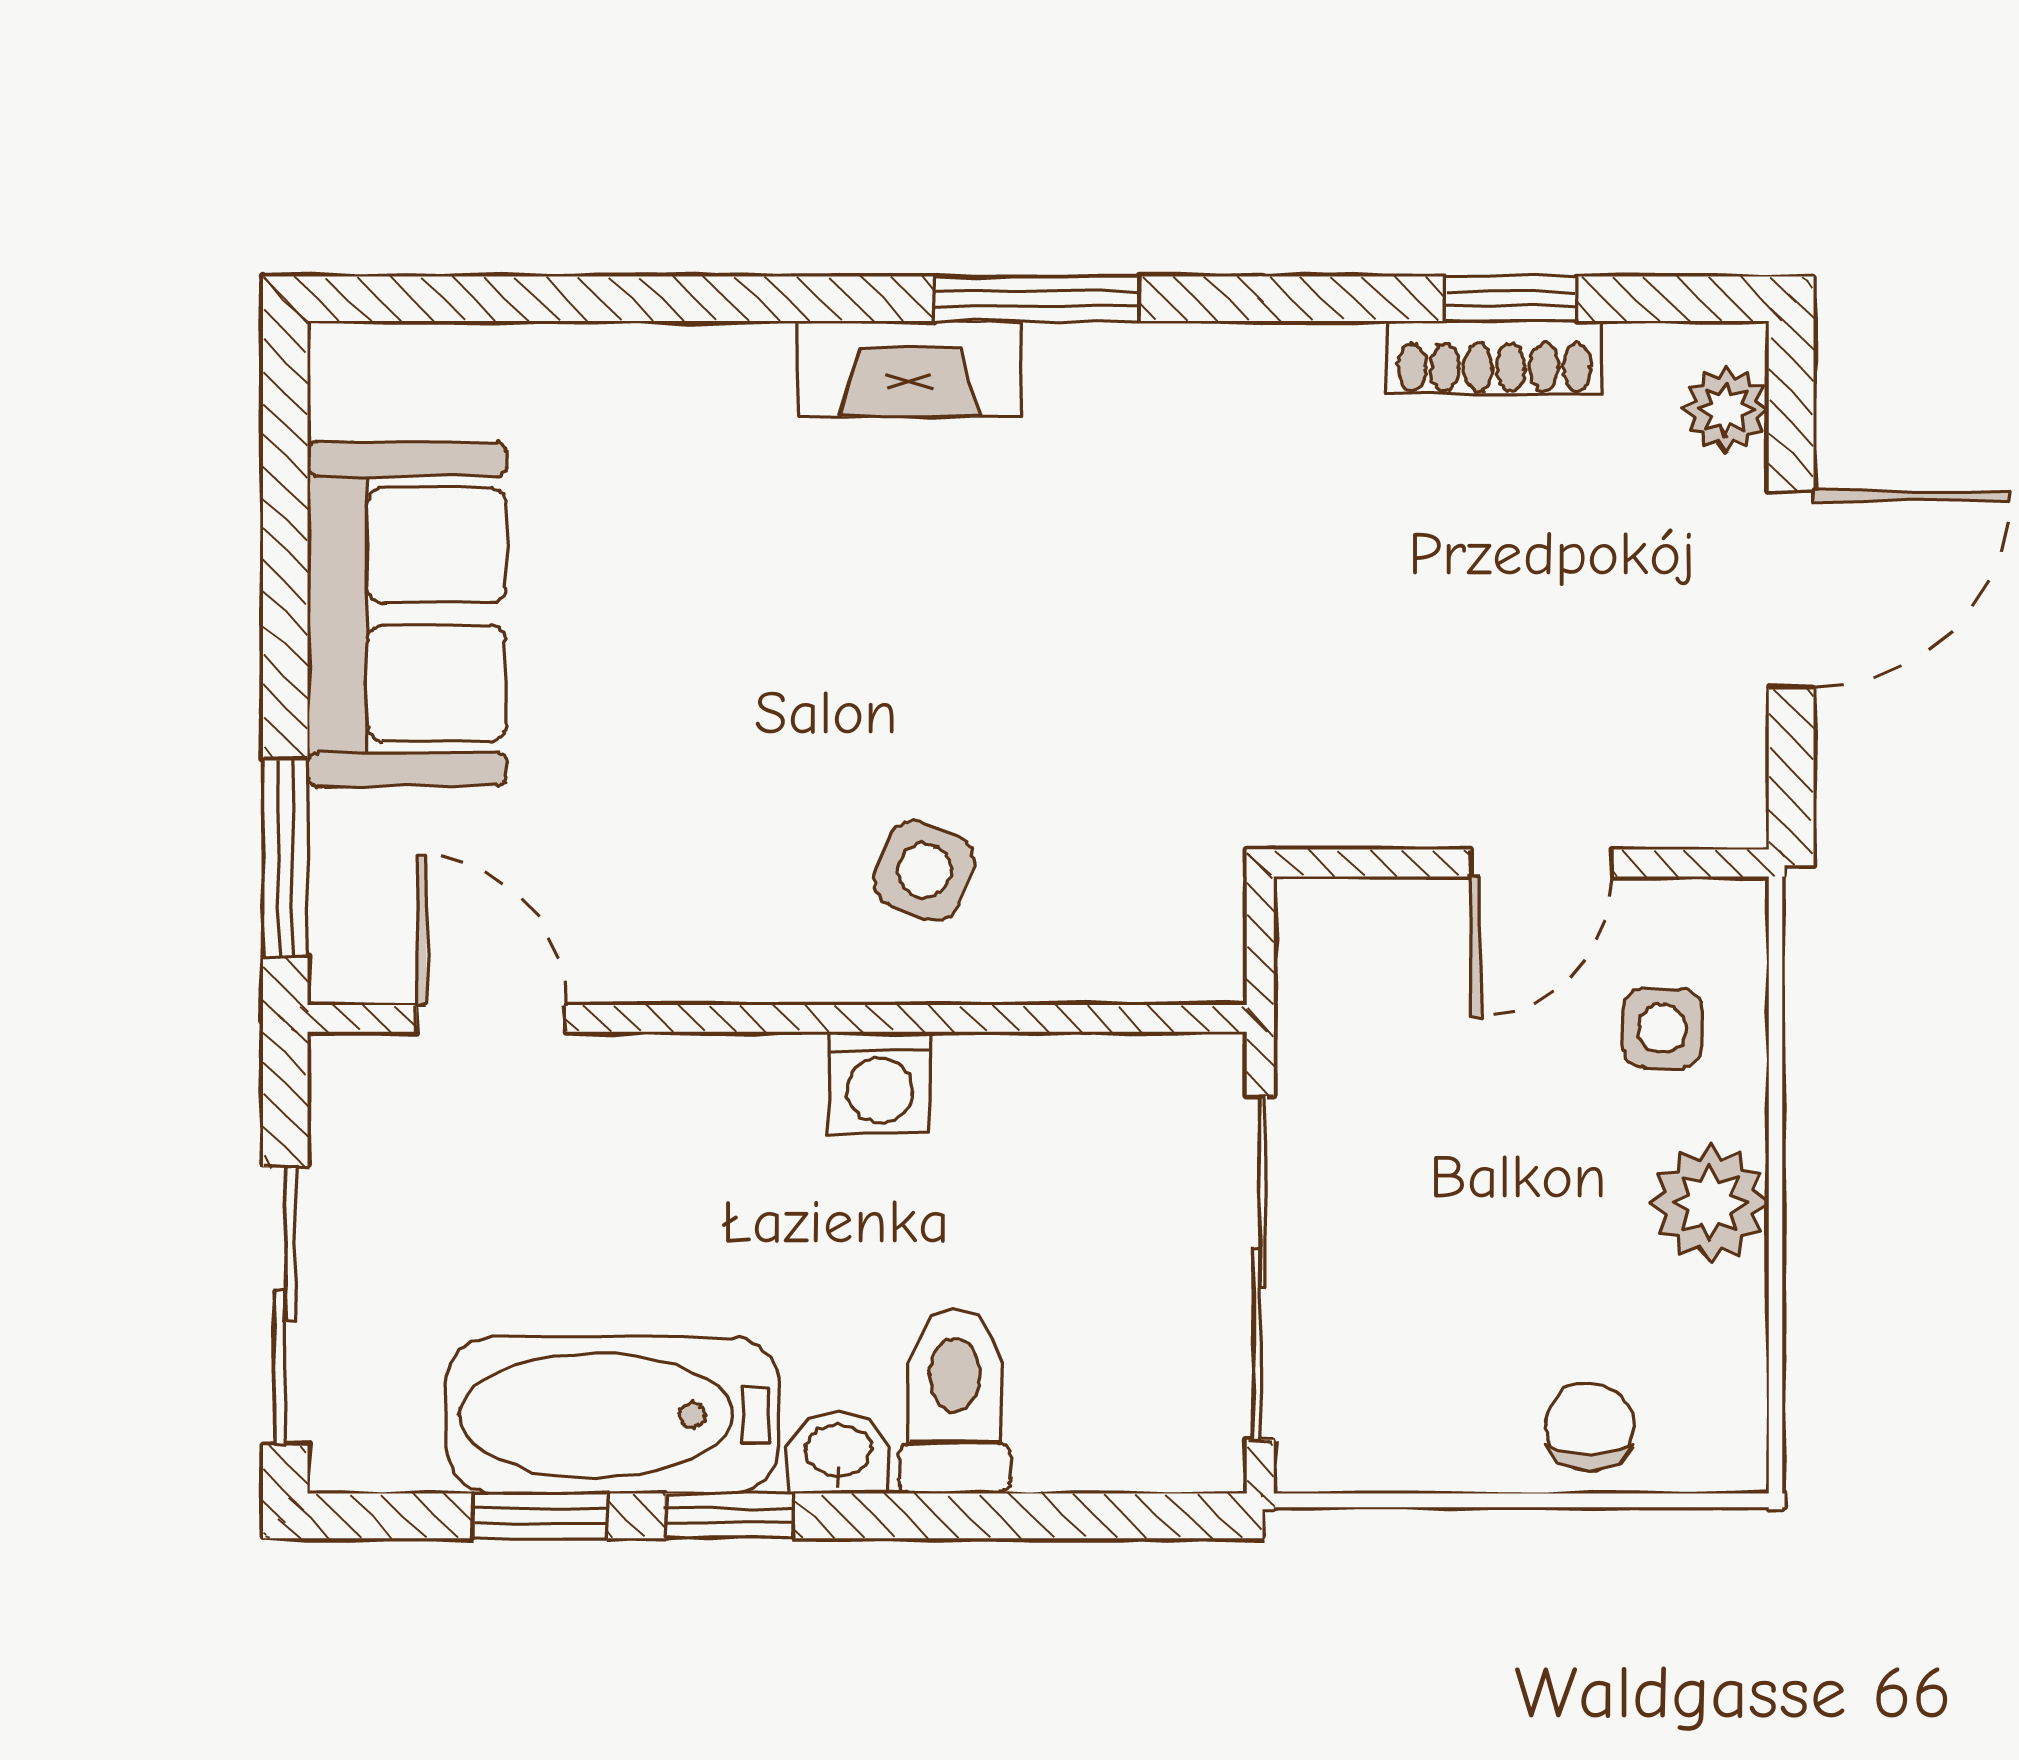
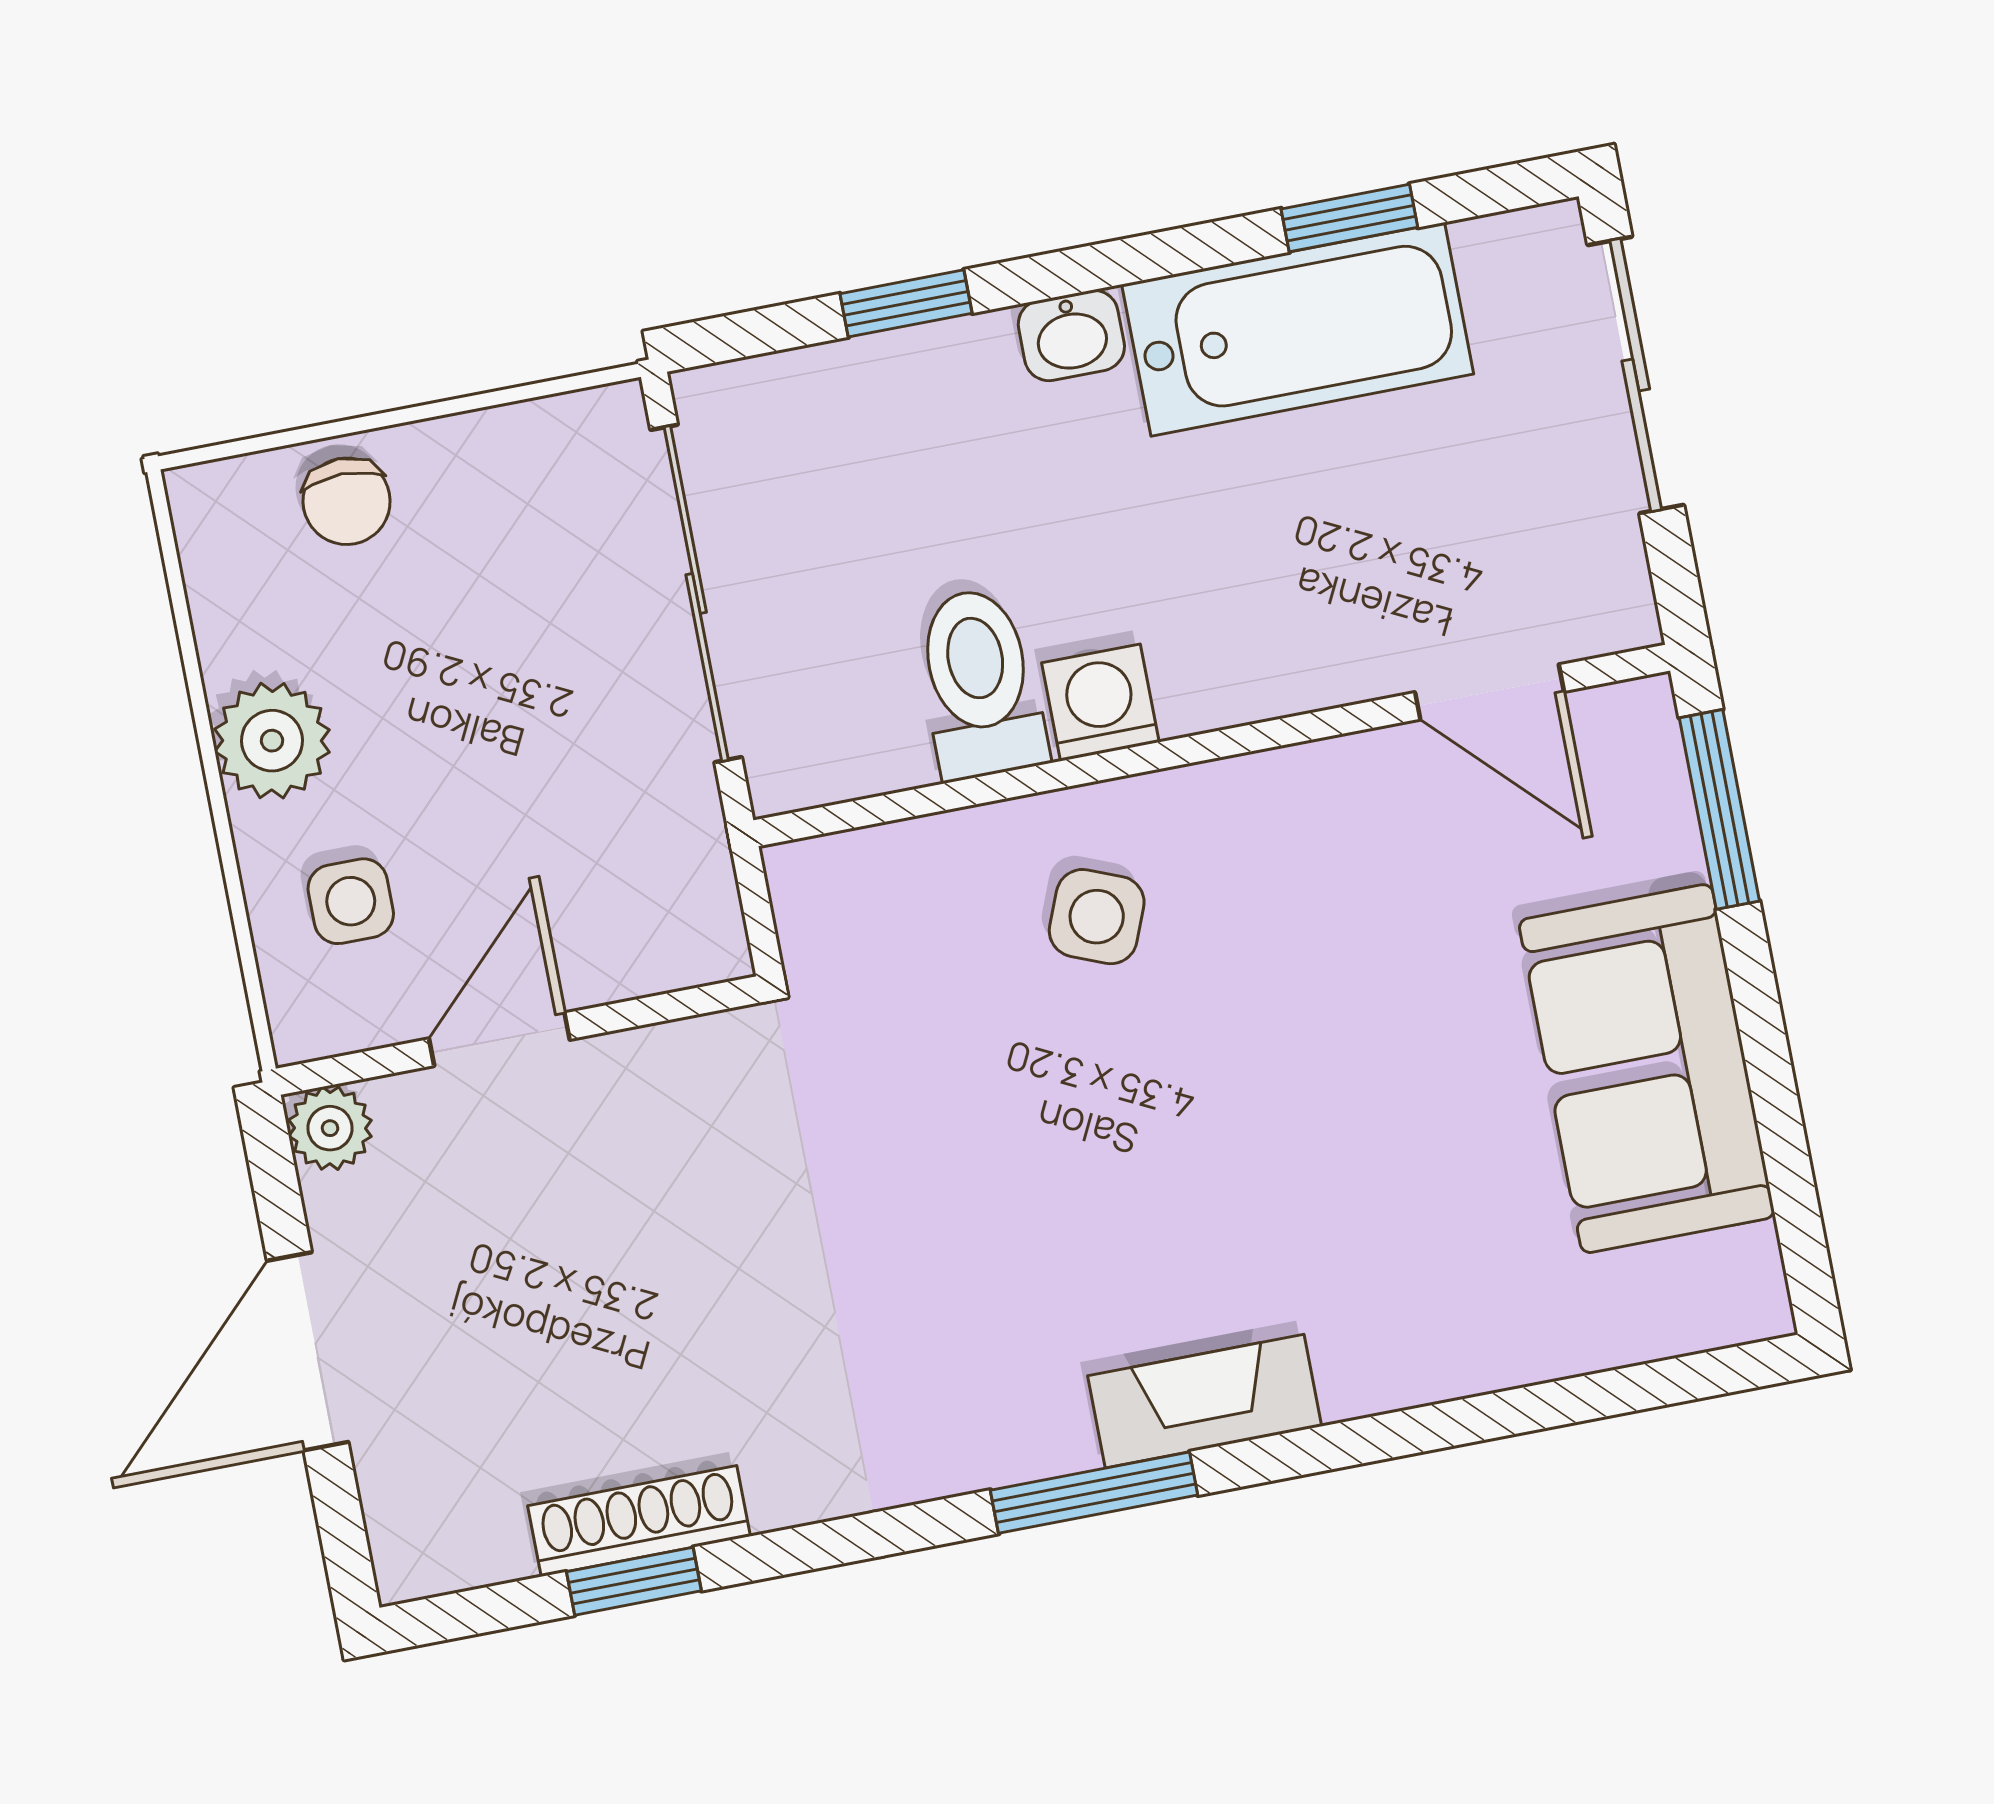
plant: (1726, 410) -> (330, 1128), moved
toilet: (955, 1401) -> (980, 683), moved, turned 180
window: (730, 1516) -> (906, 303), moved

